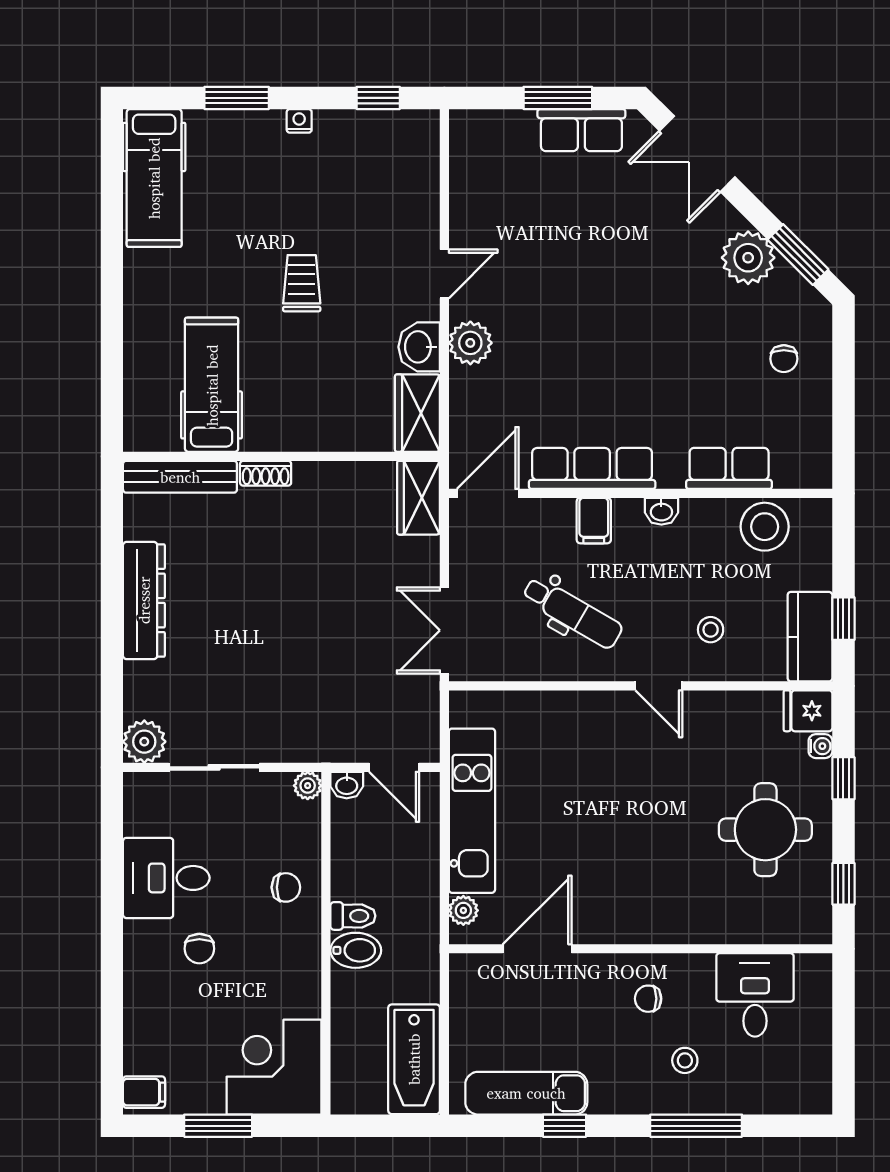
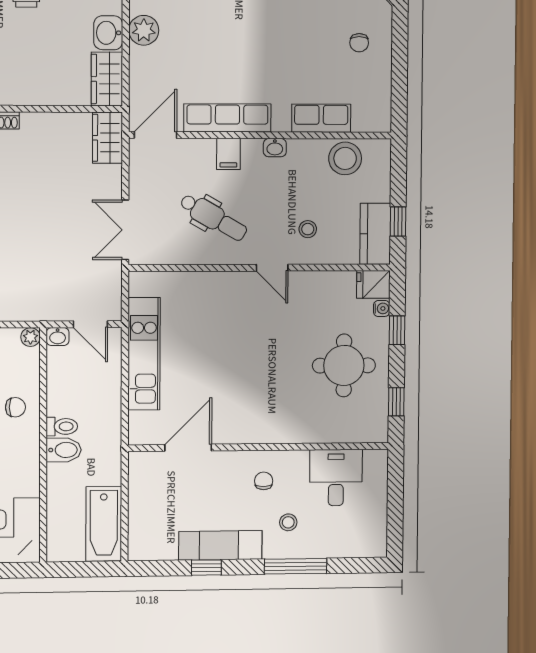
plant: (463, 910) -> (138, 422), removed
chair: (648, 999) -> (264, 481), turned 90
exam couch: (526, 1093) -> (220, 545), moved

